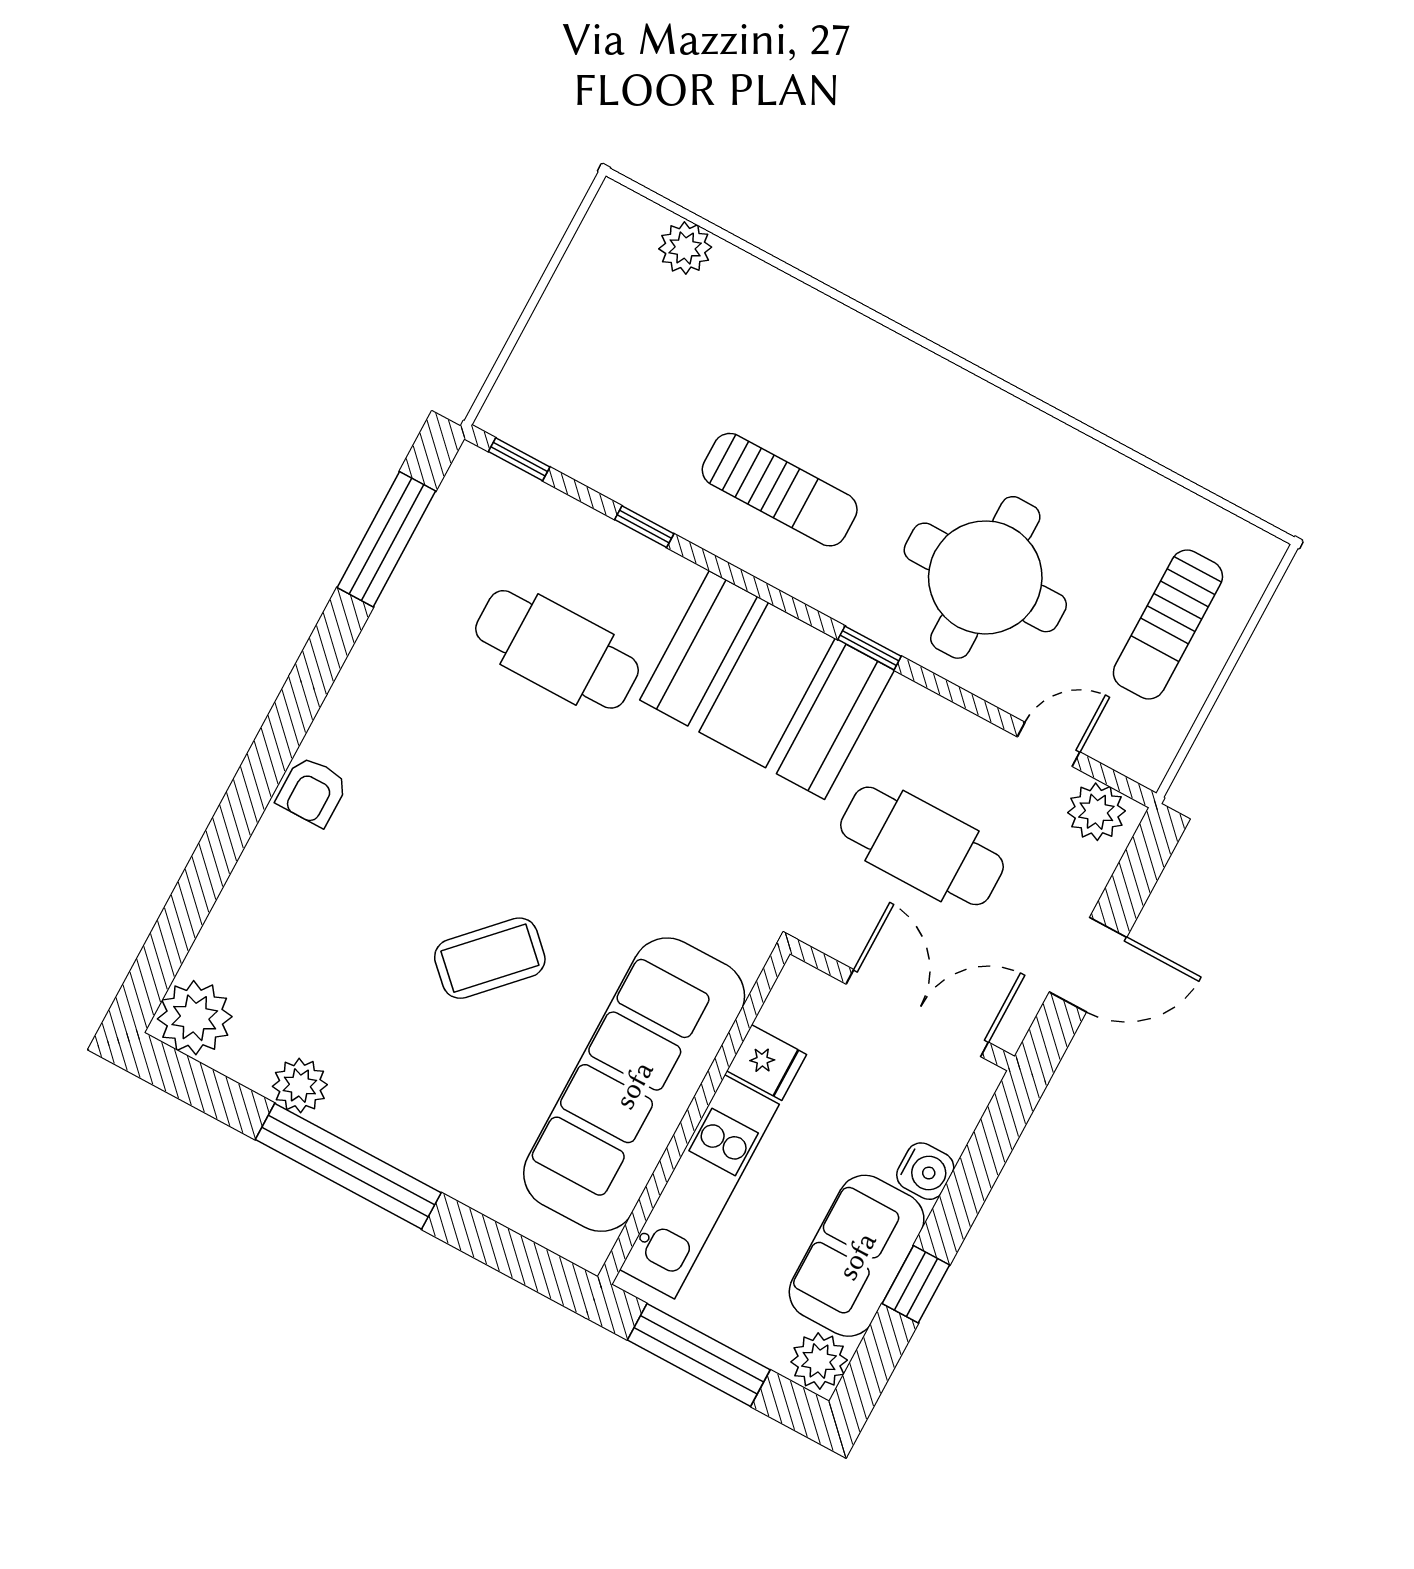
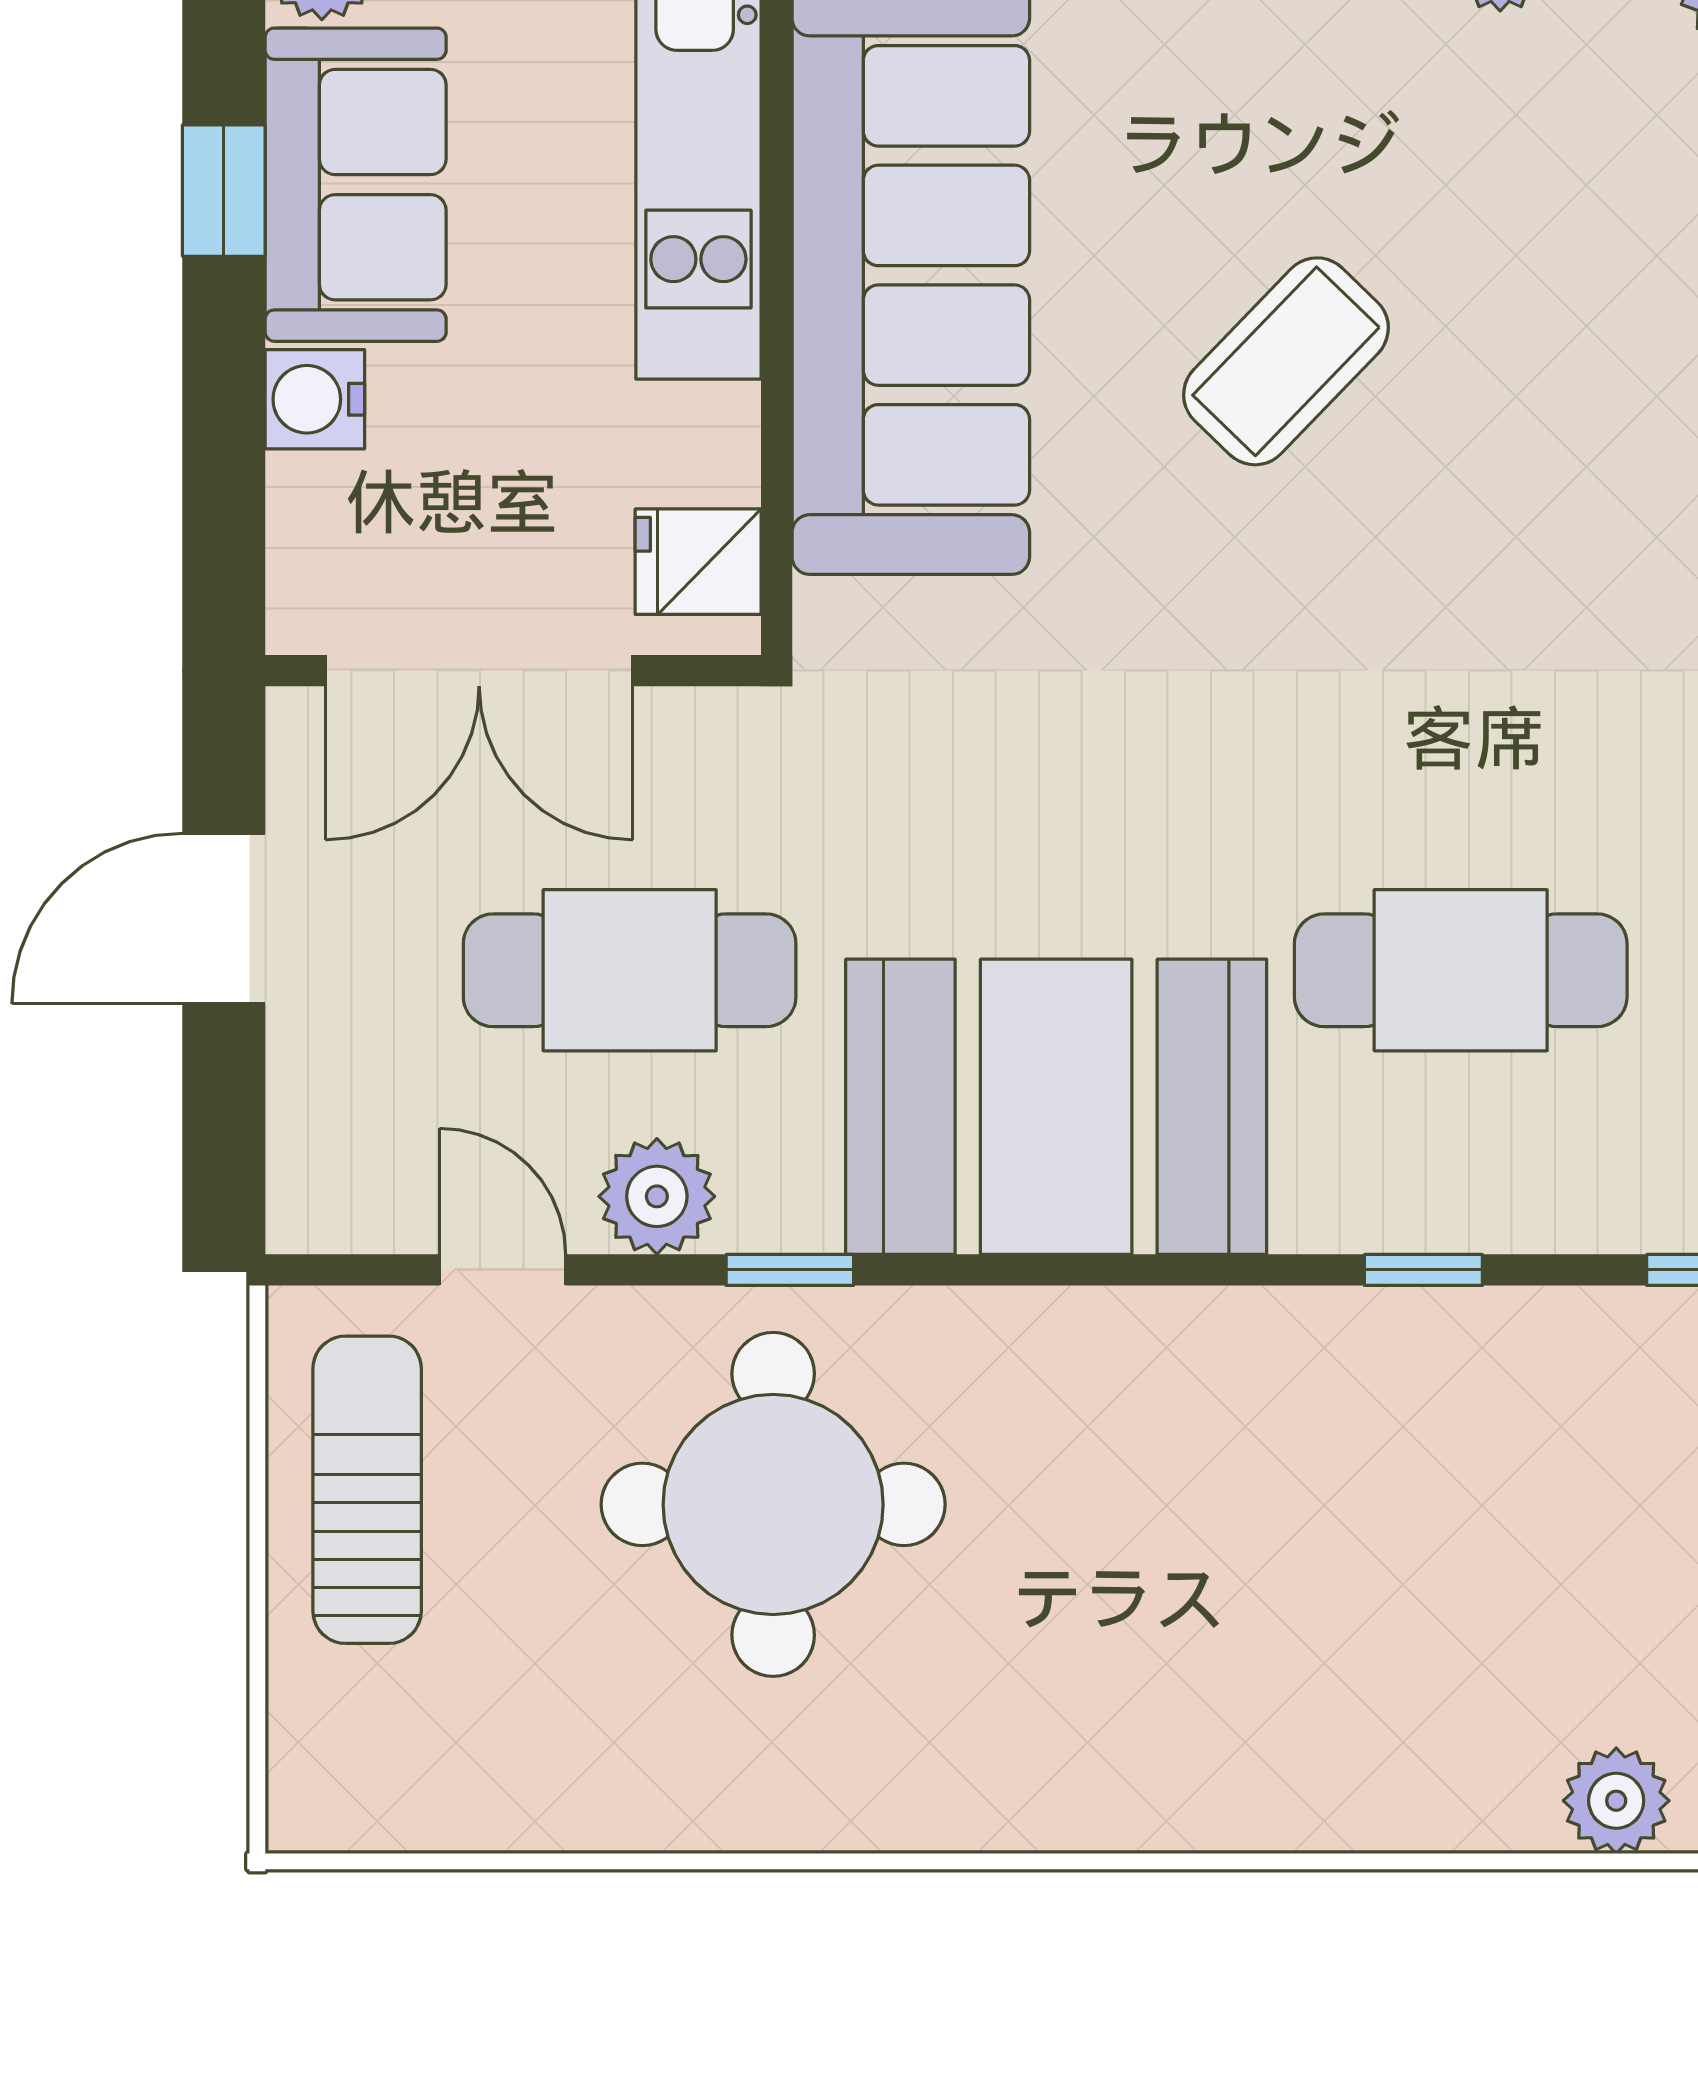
sun lounger: (780, 490) -> (1220, 1464), removed
sun lounger: (1168, 624) -> (367, 1490), moved
window: (870, 648) -> (790, 1270), moved
door: (1049, 744) -> (503, 1270), swing flipped
plant: (1096, 812) -> (657, 1196), moved
fridge: (767, 1063) -> (698, 562), moved

